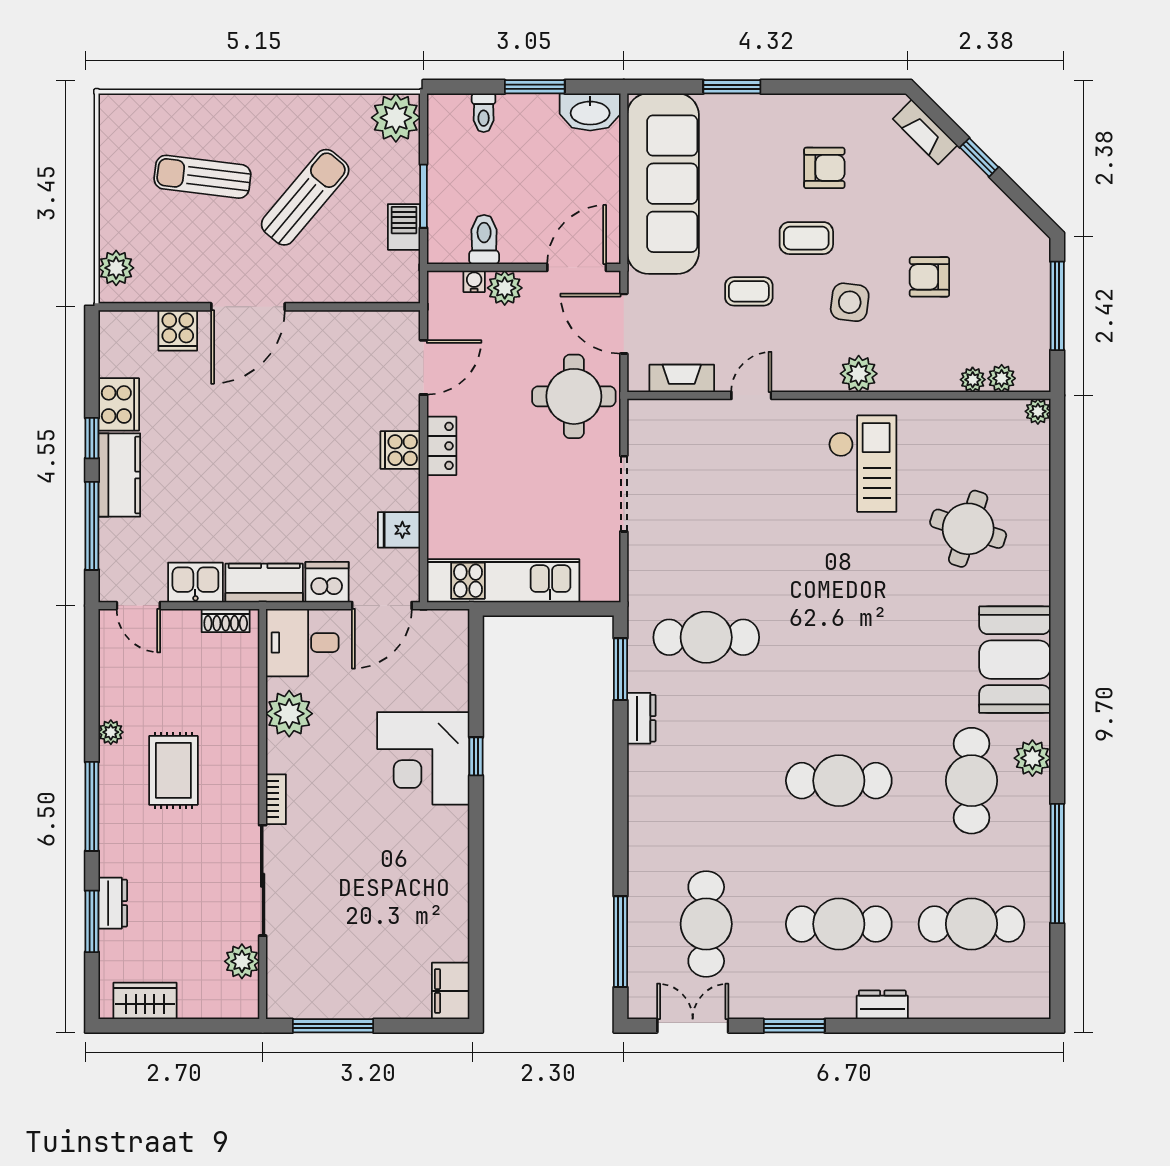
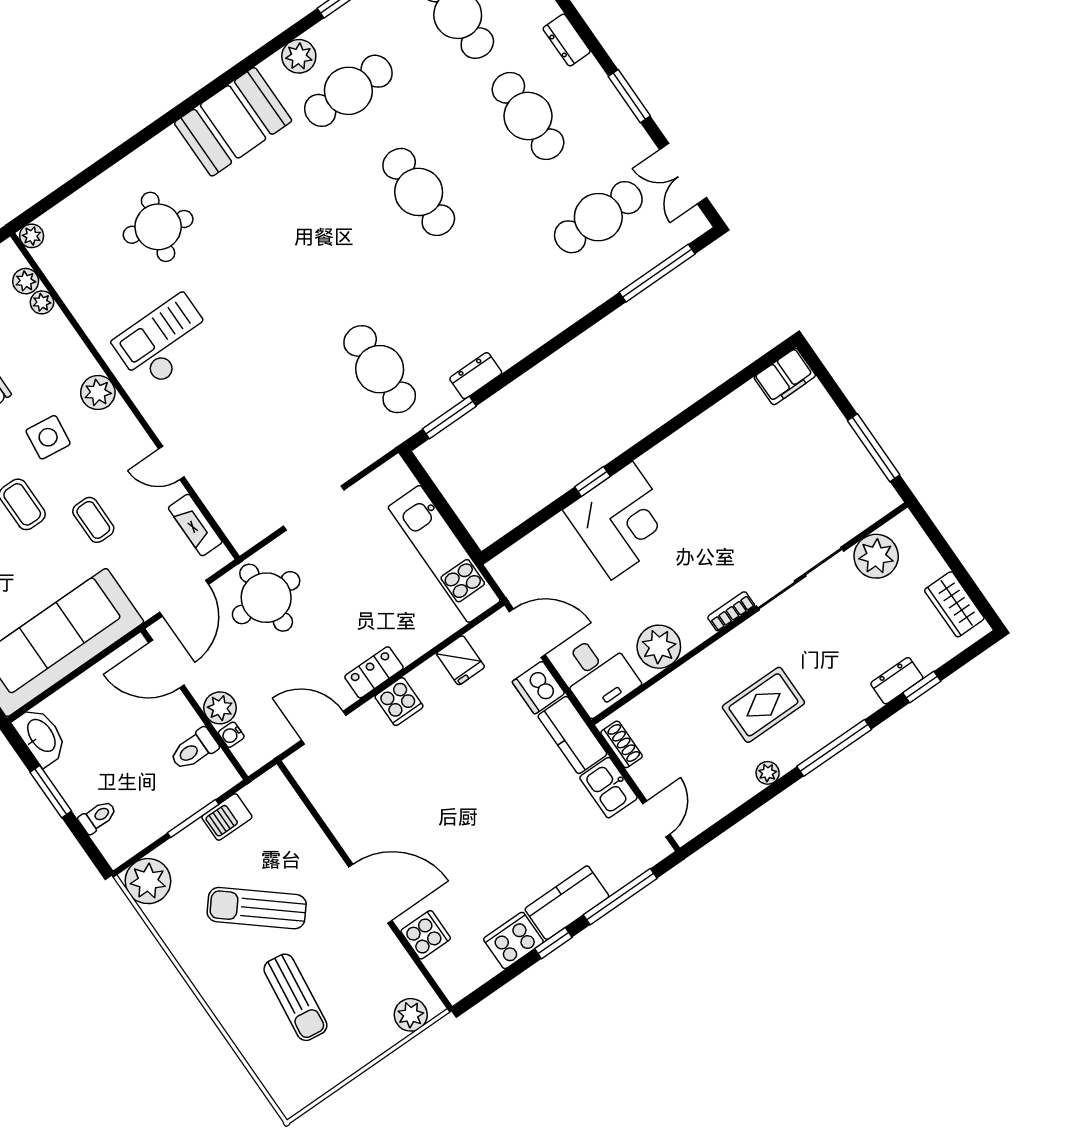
window: (92, 921) -> (922, 687), width x0.67
plant: (242, 961) -> (876, 556), width x1.36, depth x1.36

